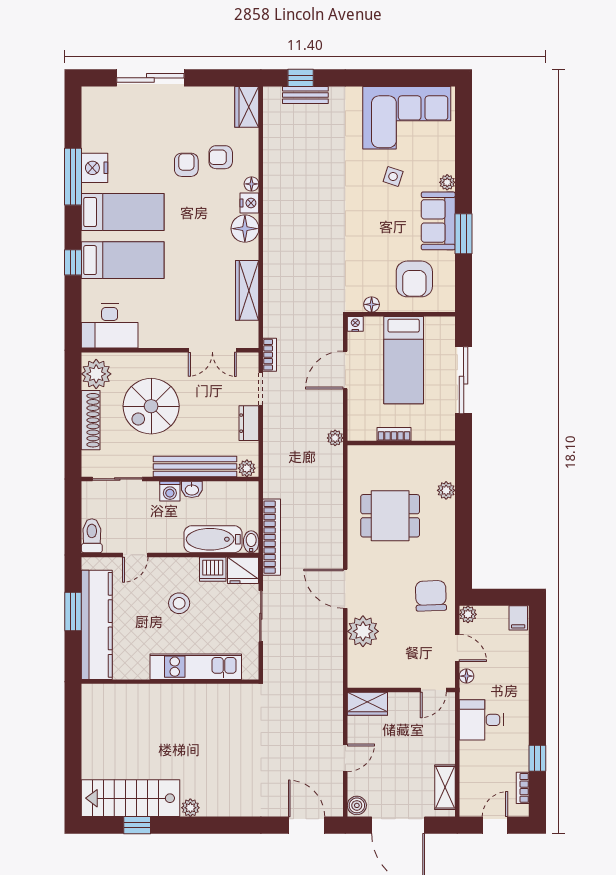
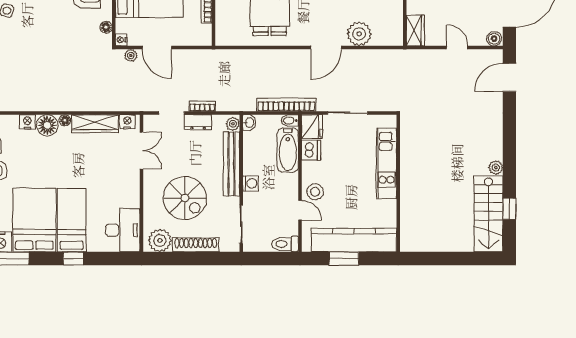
floor lamp: (251, 184) -> (65, 120), moved
bed: (123, 212) -> (34, 220), width x1.50
nightstand: (250, 332) -> (127, 122), added
bookcase: (270, 355) -> (202, 106), moved
plant: (335, 438) -> (131, 55), moved
washbasin: (192, 489) -> (249, 123), moved
stool: (179, 603) -> (315, 192), moved

